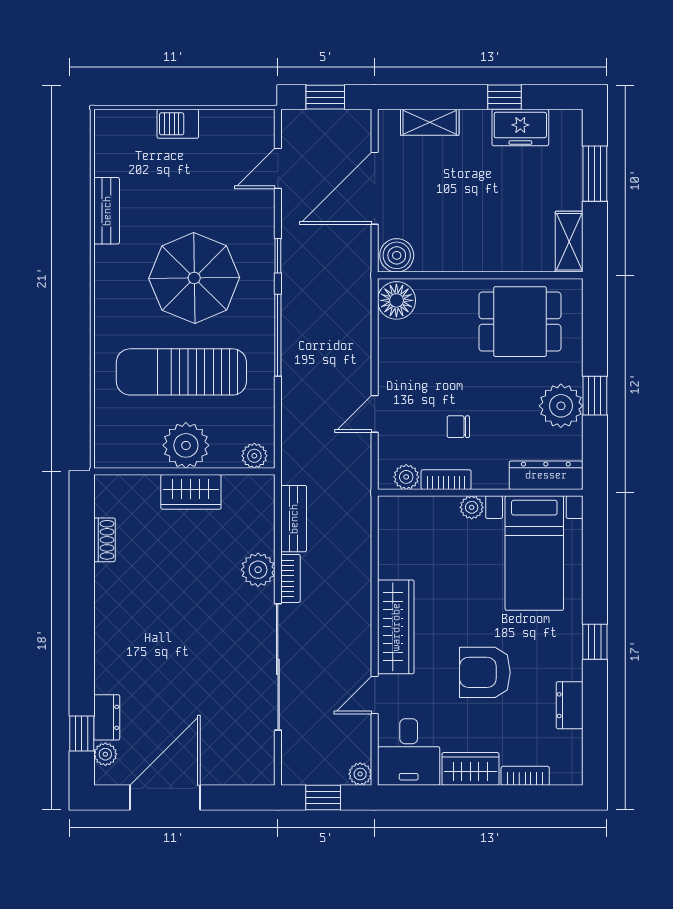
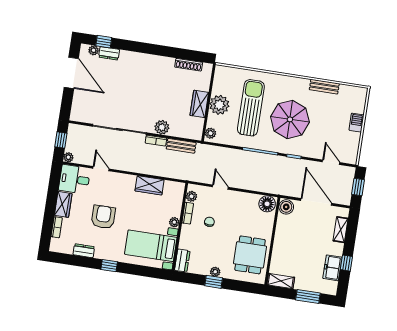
plant: (561, 406) -> (215, 272), width x0.53, depth x0.53
dresser: (546, 475) -> (182, 261), width x0.70
shoe rack: (104, 540) -> (189, 65), width x1.43
wardrobe: (396, 627) -> (150, 185), moved, width x0.67

